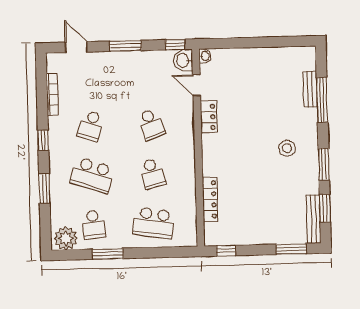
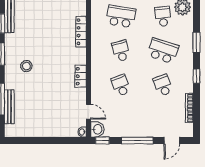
window: (125, 46) -> (137, 140), width x1.44
door: (76, 47) -> (172, 140), hinge flipped
bench: (310, 89) -> (9, 107), width x1.36
locker: (209, 117) -> (81, 76), moved
school desk: (91, 126) -> (163, 85), turned -39

